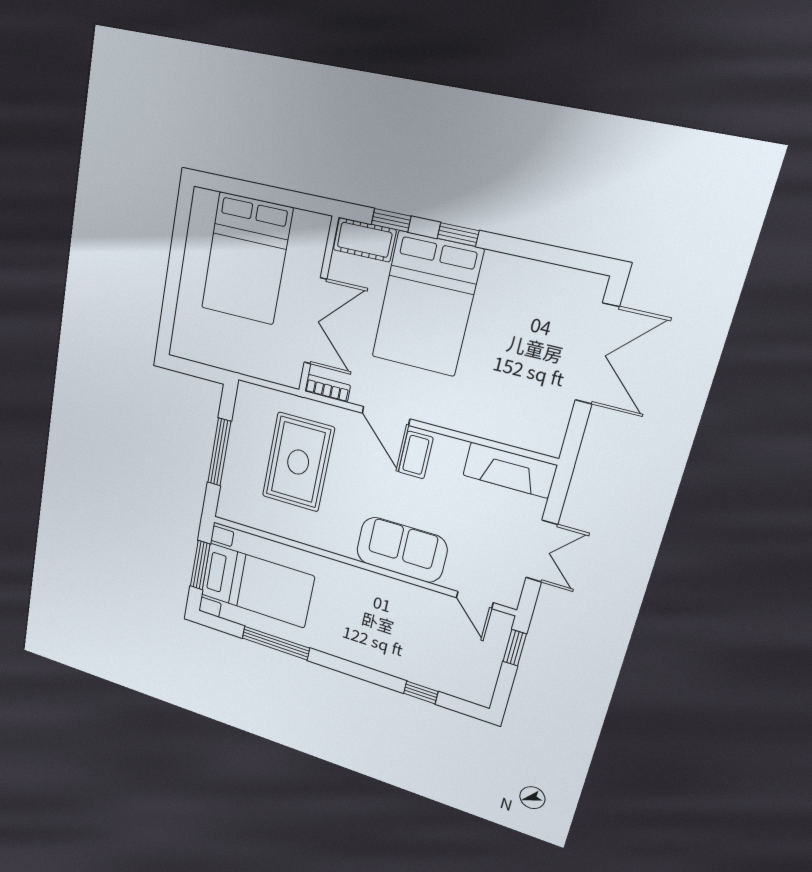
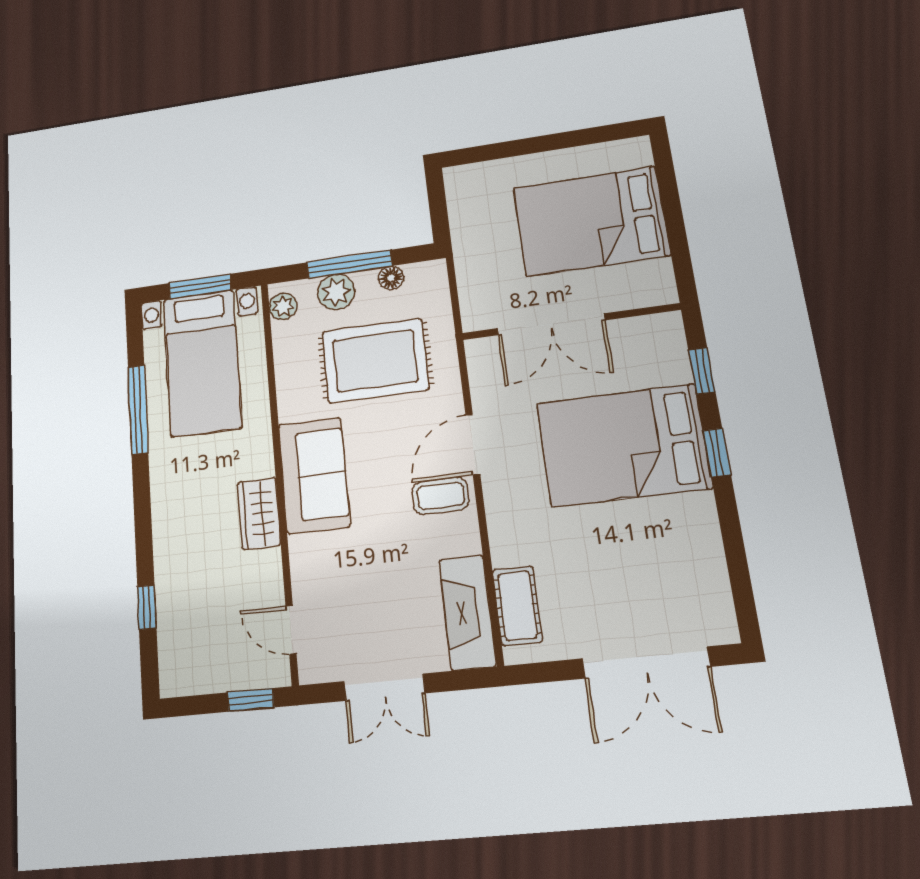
cot: (365, 240) -> (517, 606), moved
bookcase: (327, 388) -> (478, 365), removed
floor lamp: (240, 426) -> (391, 278), added
plant: (237, 470) -> (336, 292), added
plant: (235, 512) -> (283, 306), added
sofa: (402, 550) -> (314, 475), moved
wardrobe: (382, 589) -> (259, 513), added
door: (475, 600) -> (291, 630), hinge flipped

